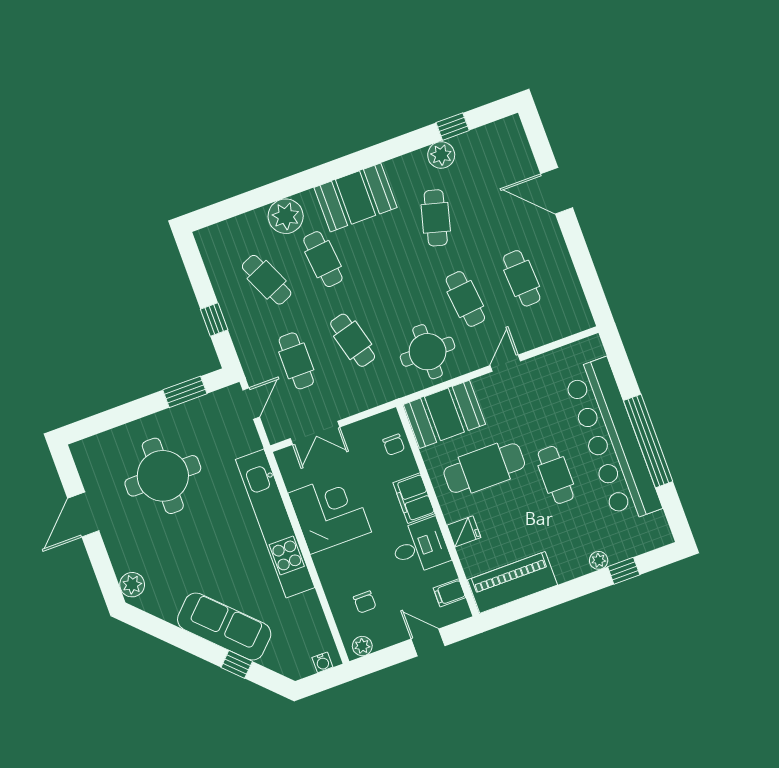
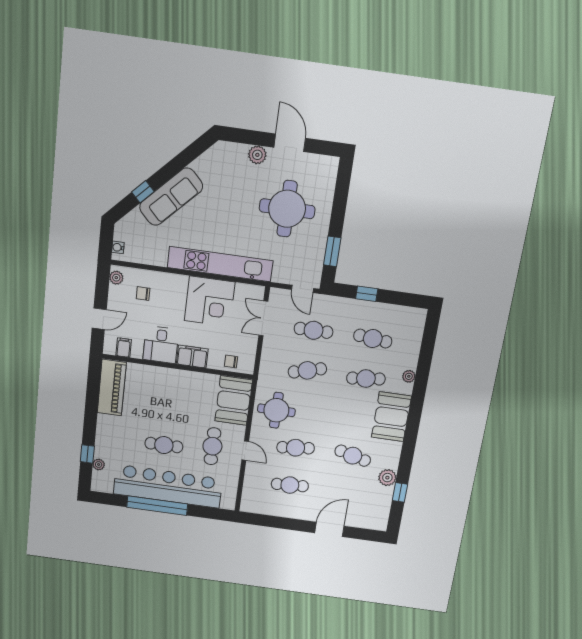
plant: (286, 216) -> (409, 376), width x0.53, depth x0.53
cafe table: (267, 280) -> (373, 339), turned 30
cafe table: (484, 468) -> (212, 446), moved, width x0.73, depth x0.74
fridge: (464, 531) -> (157, 375), removed
plant: (599, 560) -> (99, 465), moved
plant: (132, 585) -> (257, 155), moved

